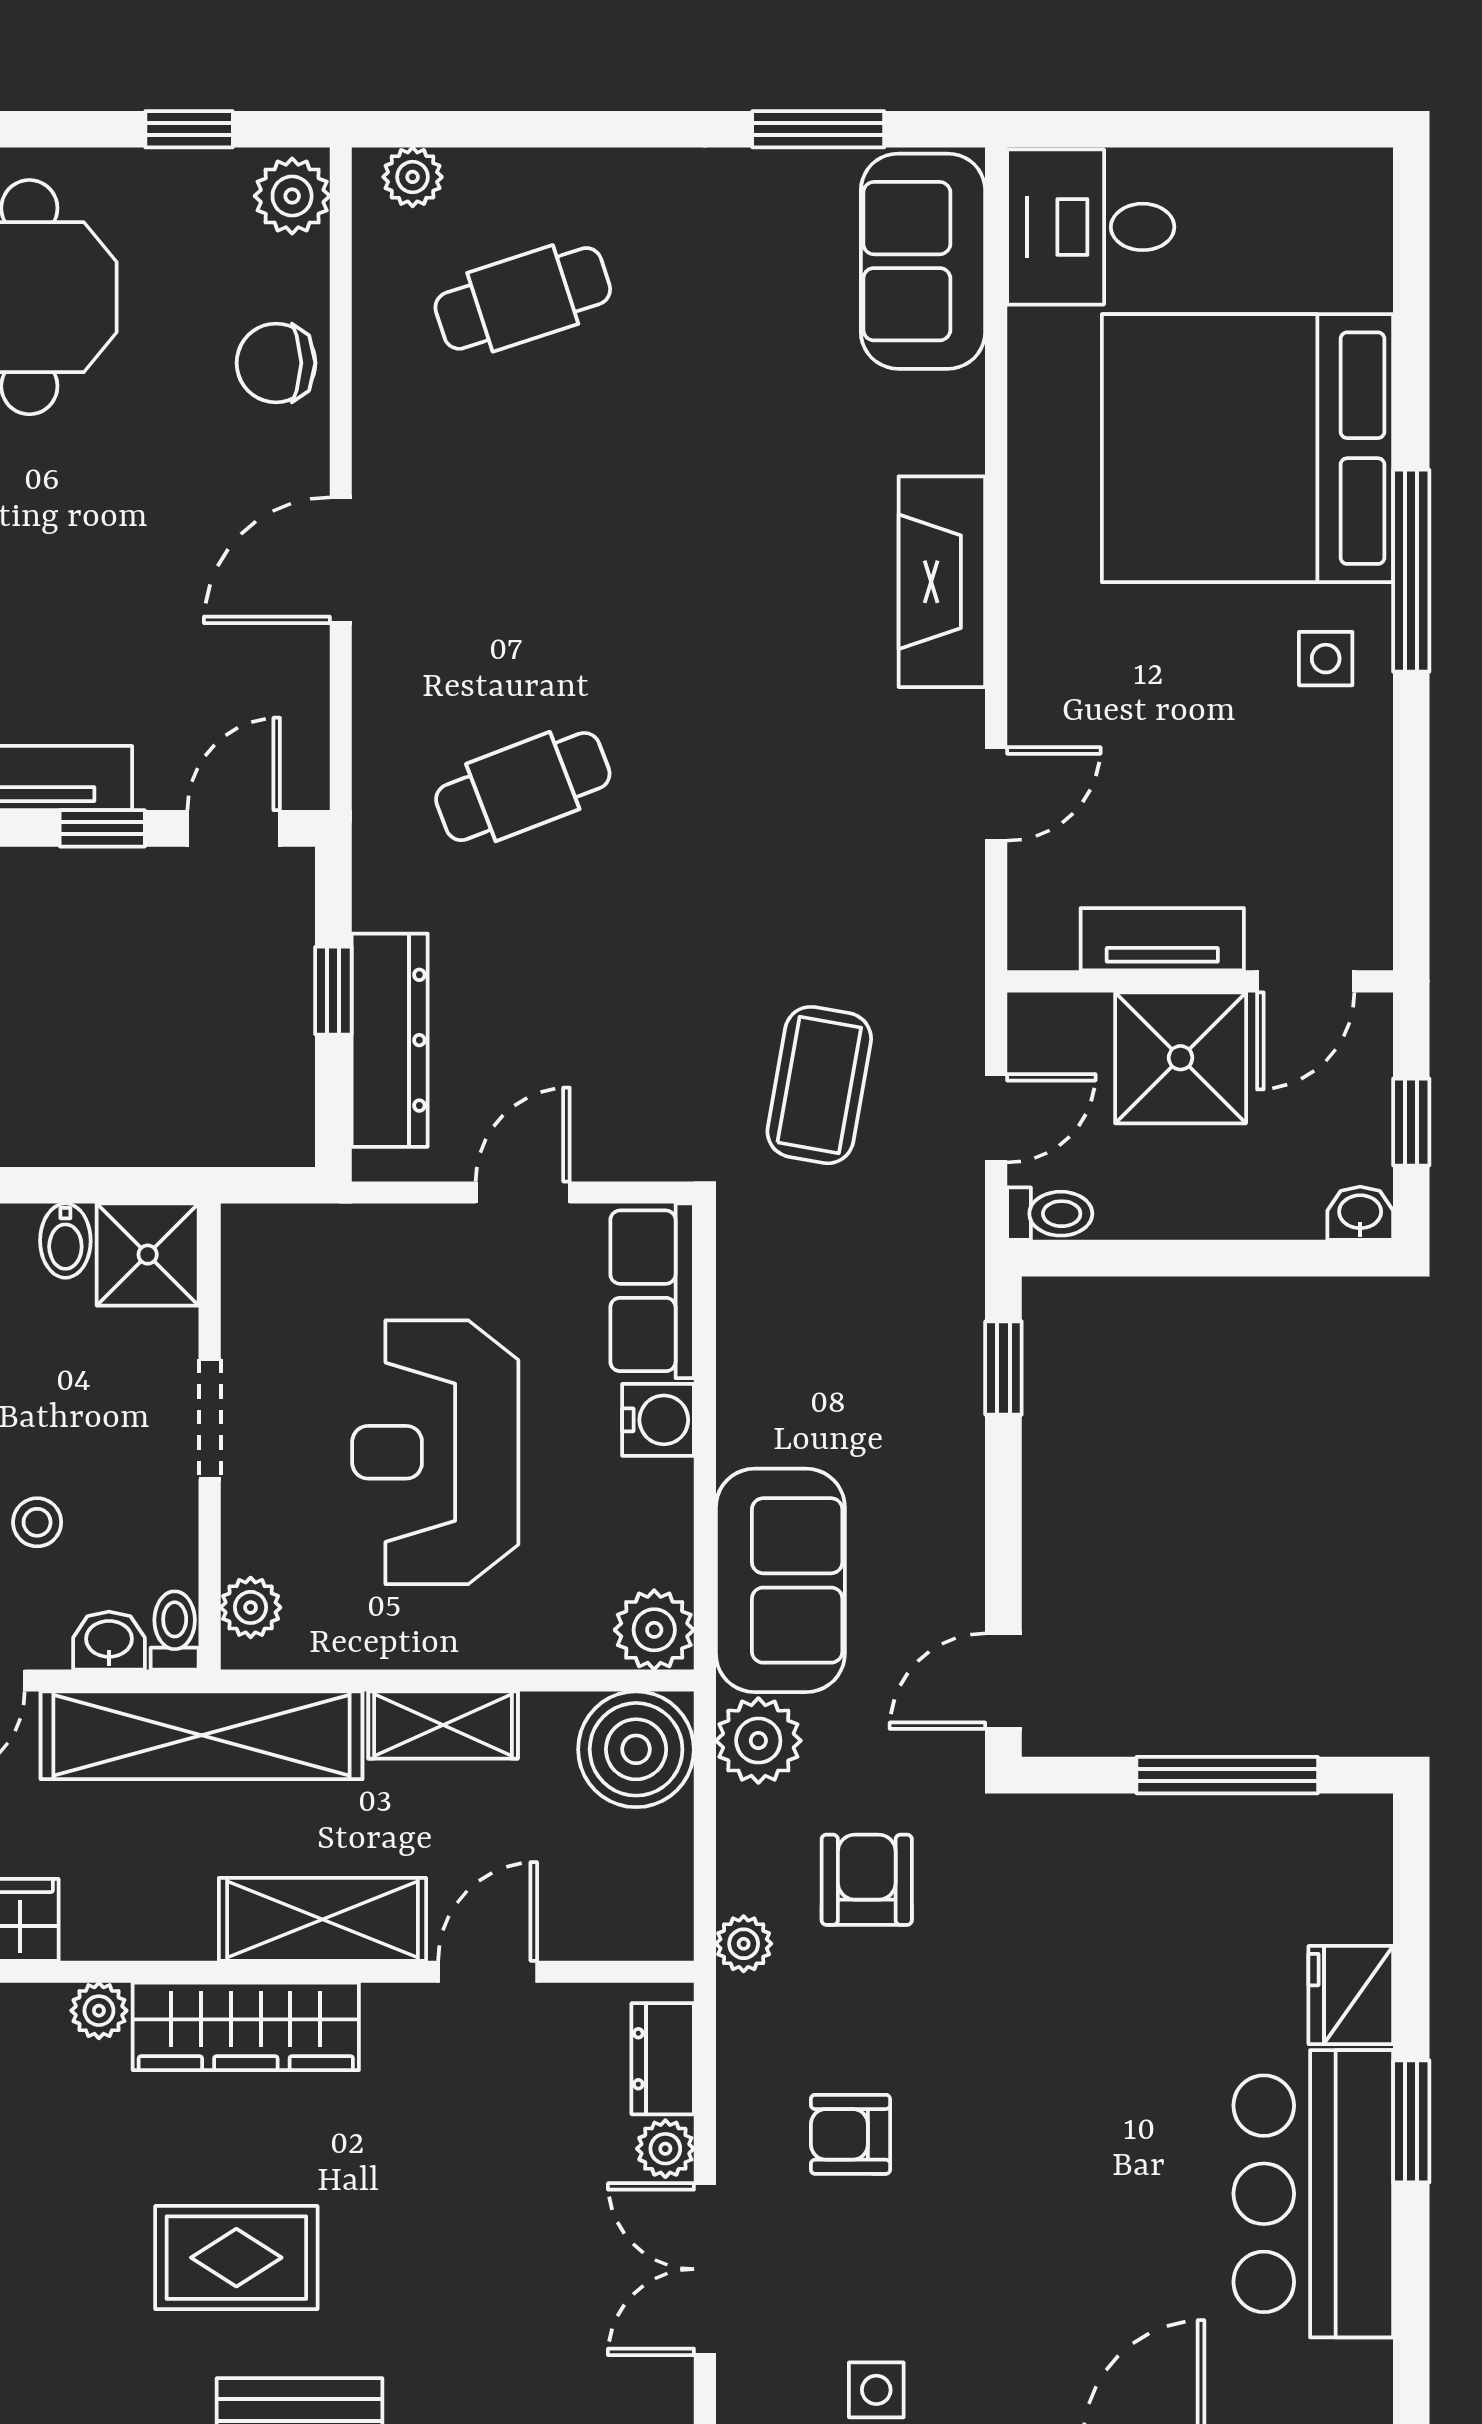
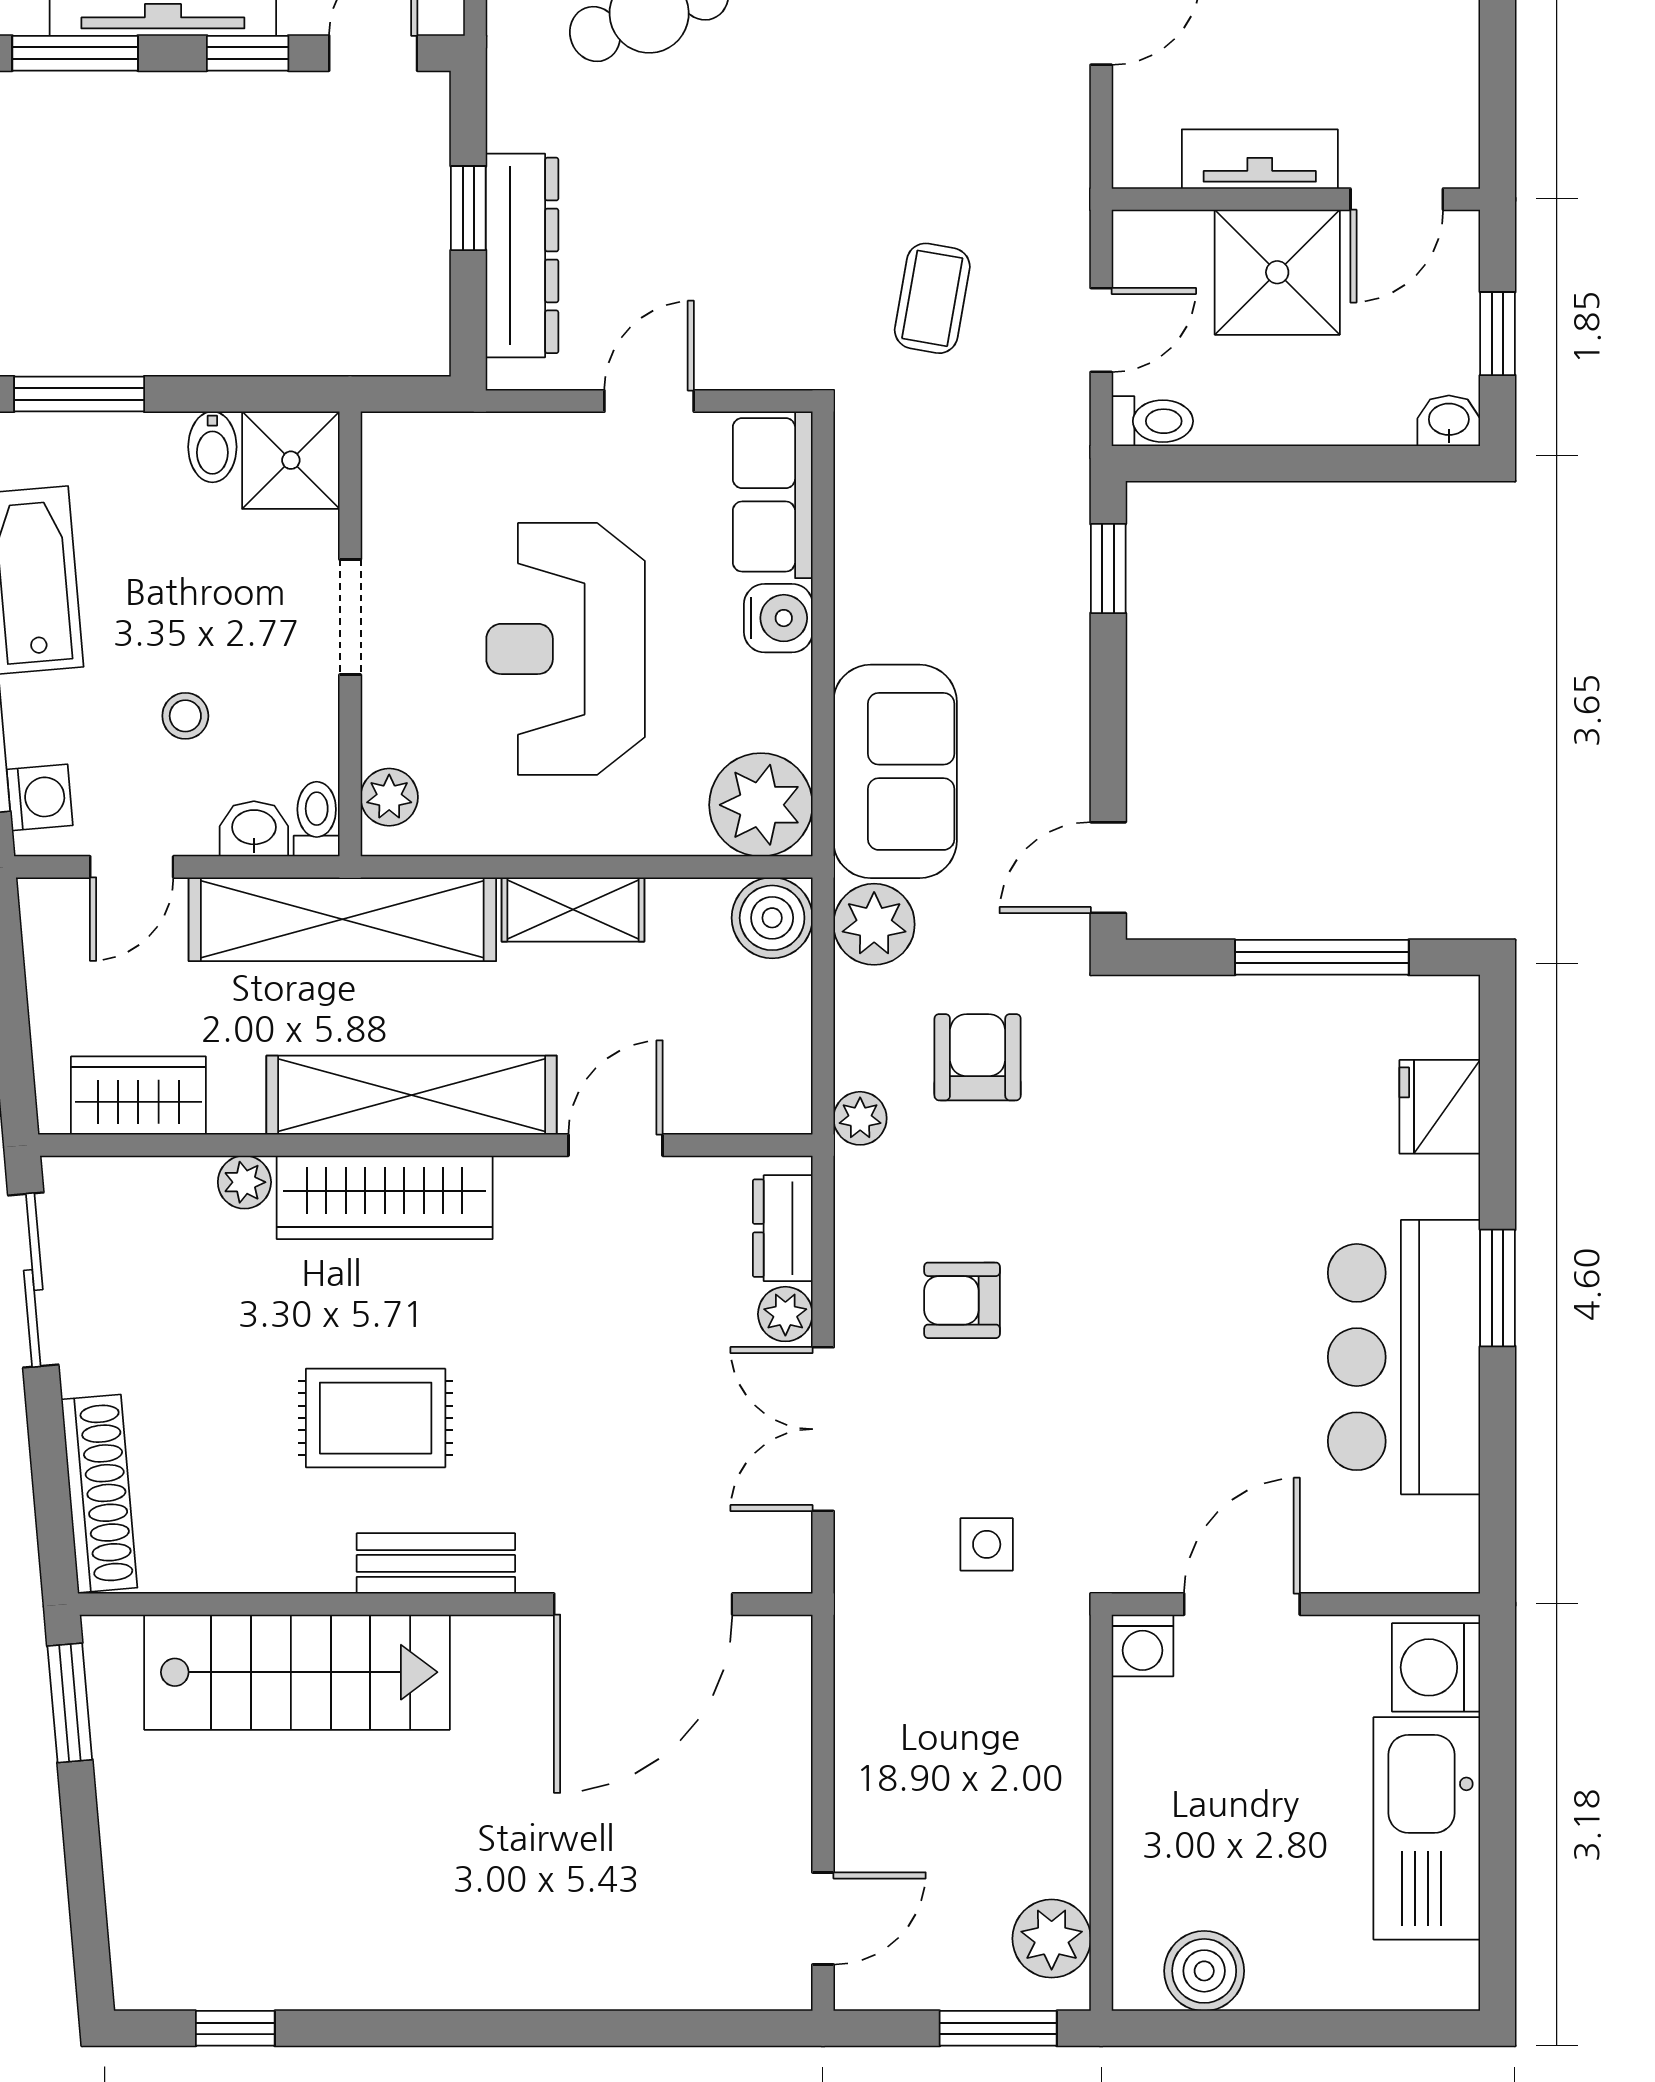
coffee table: (819, 1085) -> (932, 298), width x0.73, depth x0.77
plant: (654, 1630) -> (761, 805), width x1.36, depth x1.36
boiler: (636, 1749) -> (772, 918), width x0.73, depth x0.73
shelving: (322, 1919) -> (412, 1095), width x1.47
fridge: (1351, 1995) -> (1440, 1107), moved

